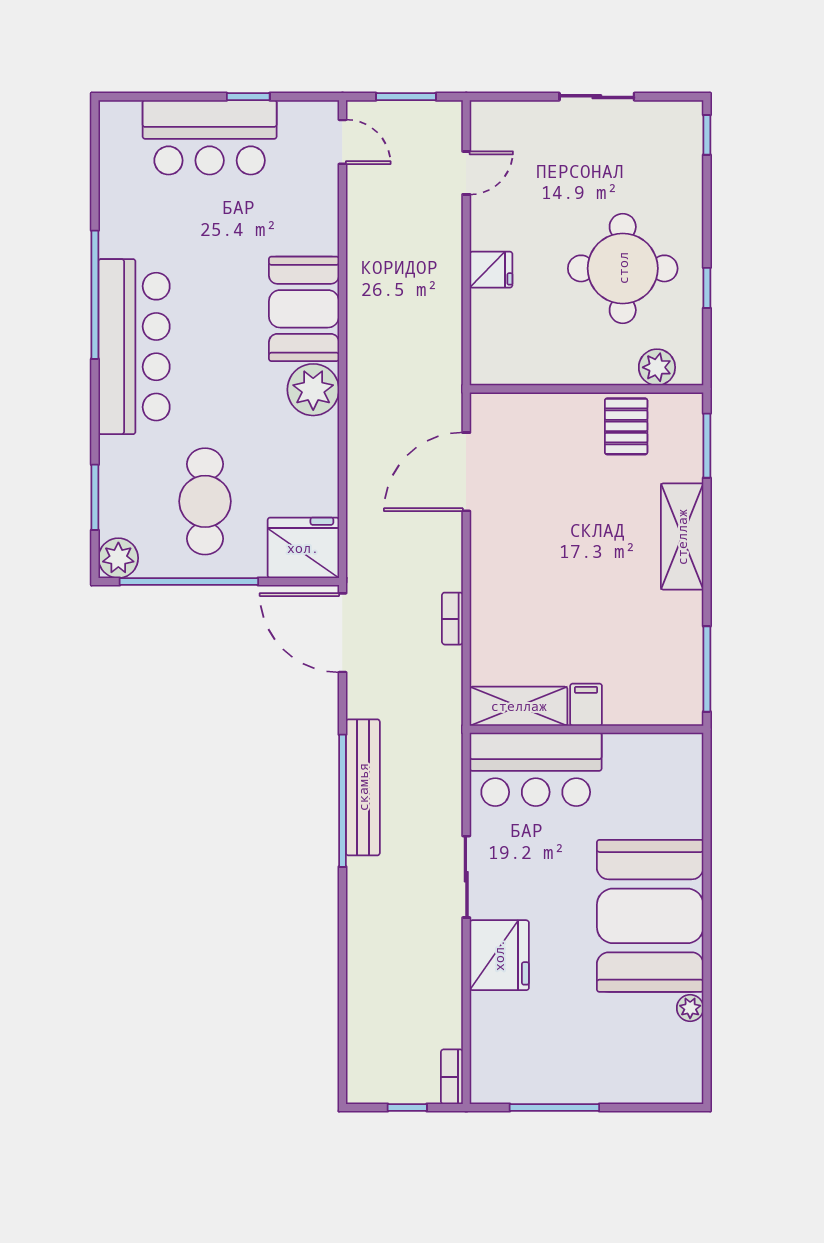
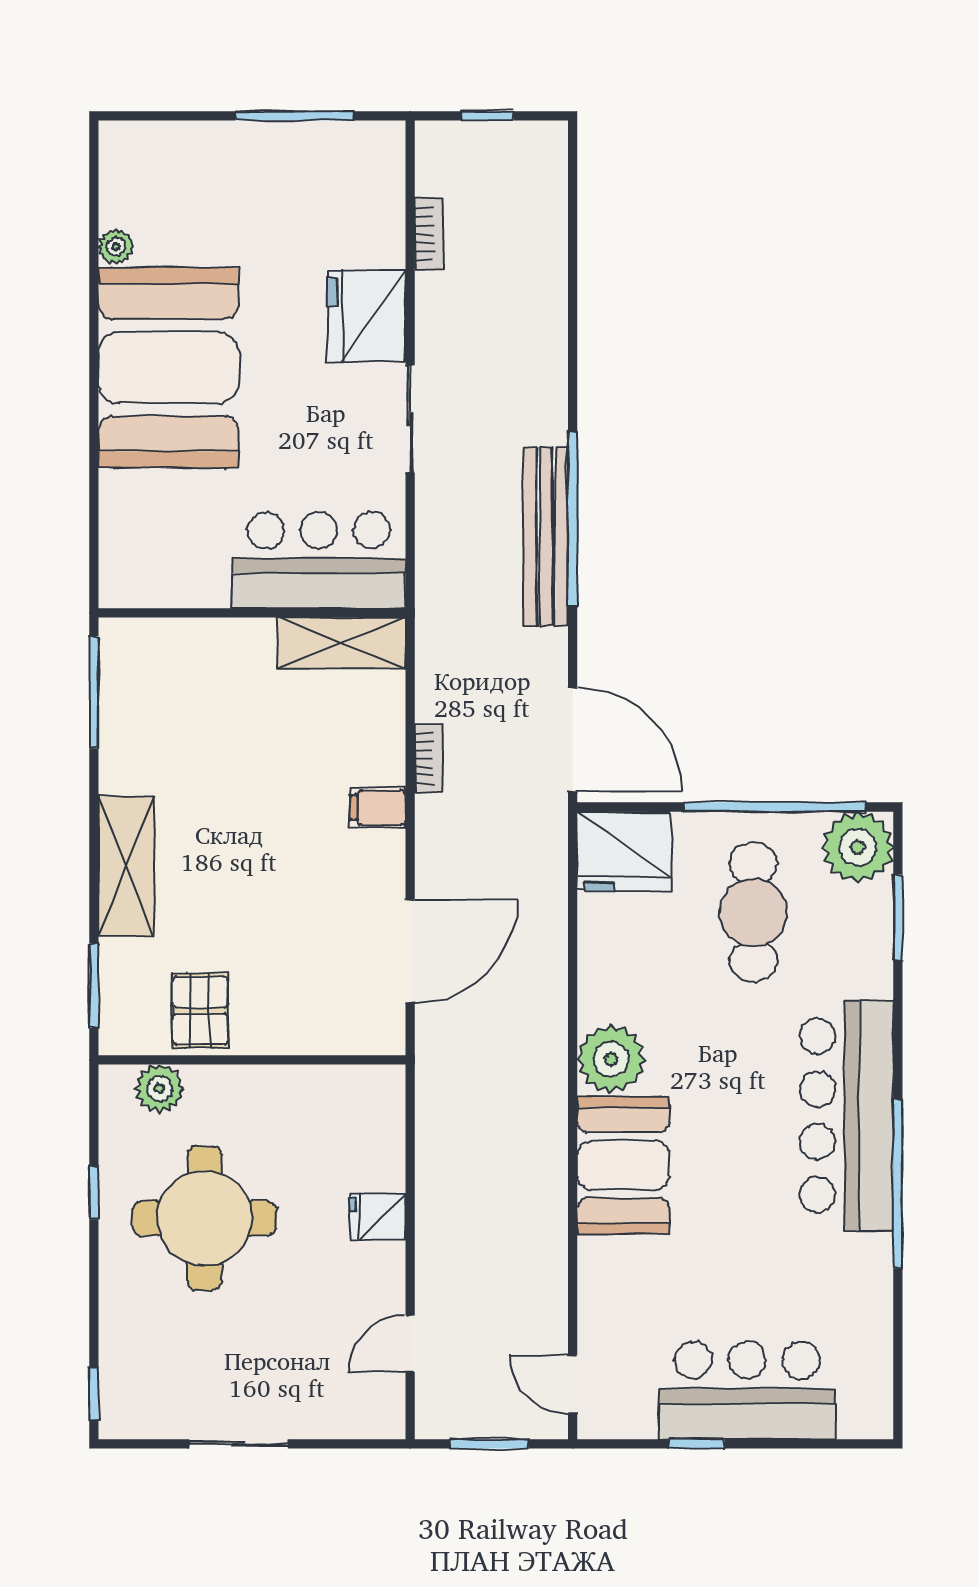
plant: (118, 558) -> (858, 847), width x1.36, depth x1.36
filing cabinet: (586, 705) -> (378, 807), moved, turned 90
bookcase: (452, 1077) -> (429, 234), moved

